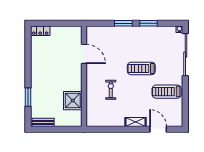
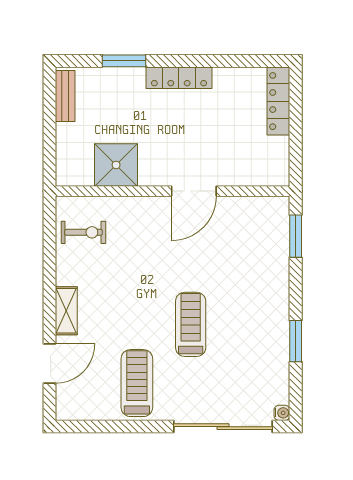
window: (123, 23) -> (296, 236), moved
locker: (40, 31) -> (278, 101), width x1.53
door: (84, 54) -> (194, 191), moved
locker: (35, 73) -> (179, 78), added
exercise bike: (111, 90) -> (83, 232), moved

